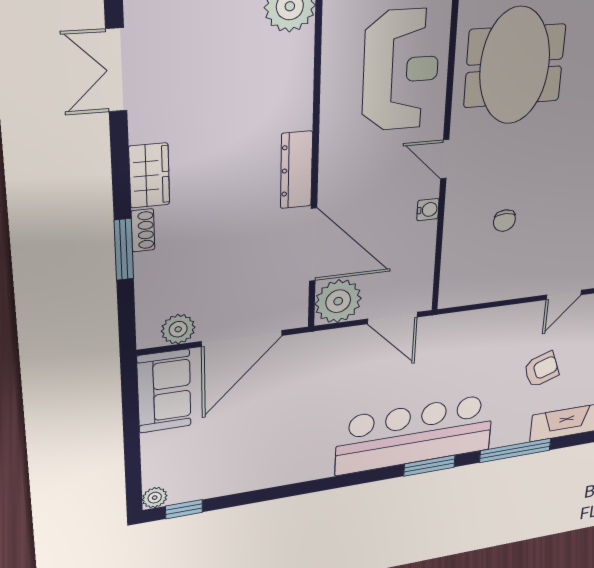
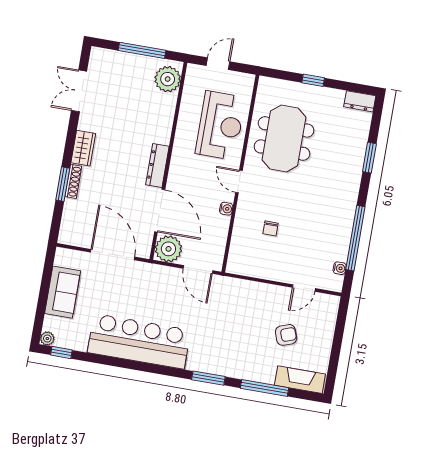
shoe rack: (143, 230) -> (73, 181), width x1.43
plant: (178, 329) -> (80, 238), removed
door: (242, 338) -> (113, 255), swing flipped
sofa: (164, 391) -> (63, 292), moved
bar counter: (415, 434) -> (139, 341), moved

